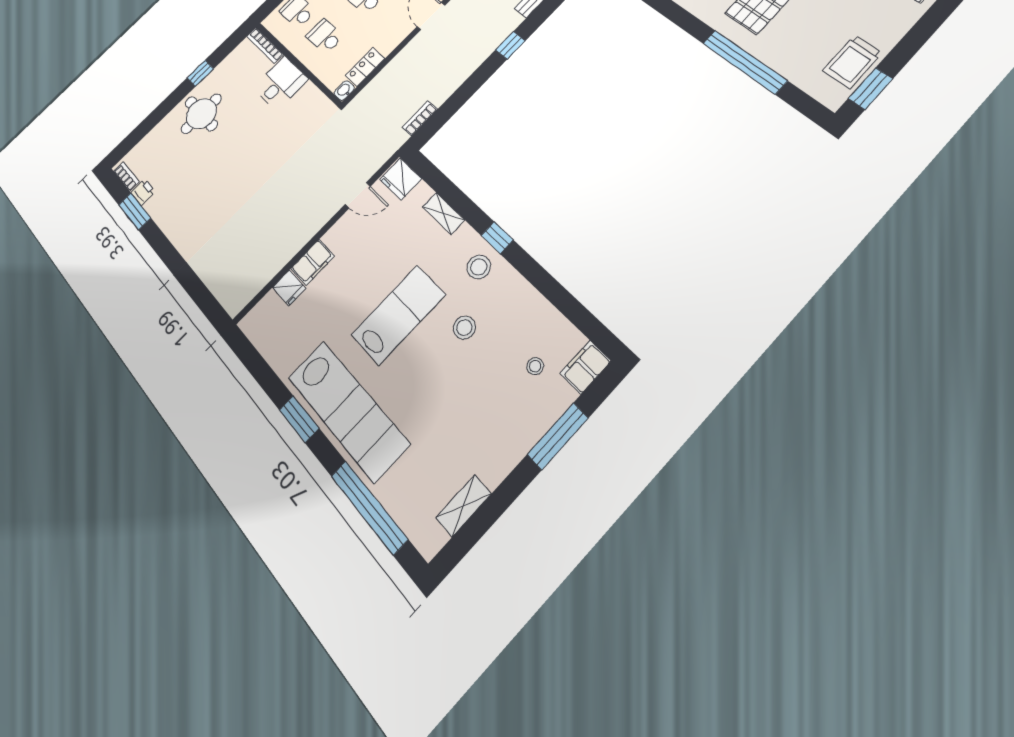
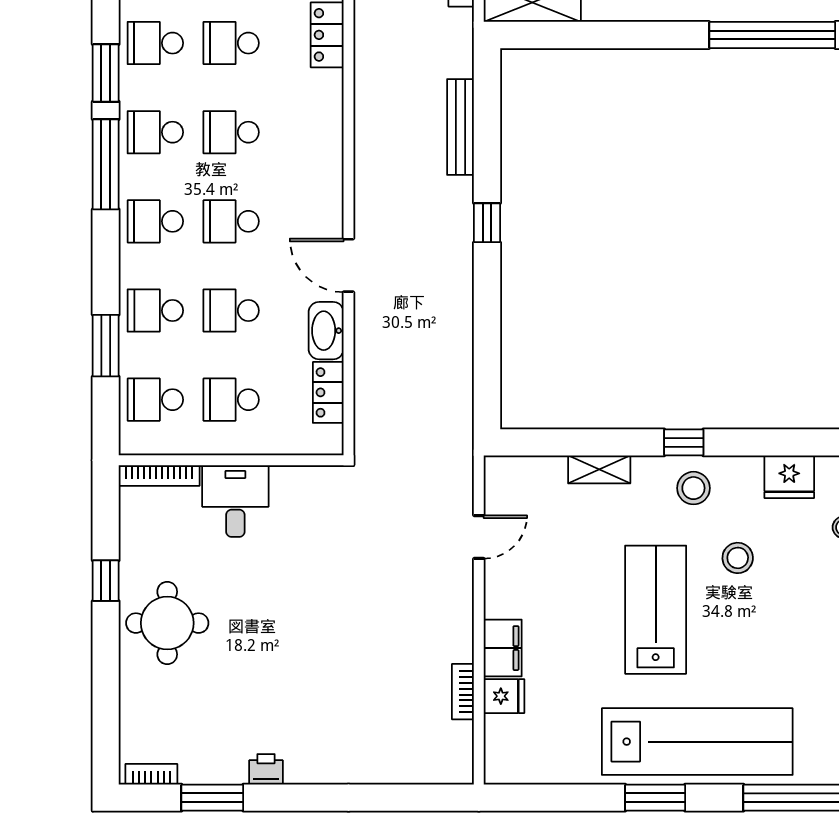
washbasin: (344, 90) -> (326, 331), moved, width x1.91, depth x1.45
bookcase: (420, 118) -> (463, 692), moved
fridge: (401, 179) -> (789, 477), moved
printer: (143, 192) -> (266, 769), moved

